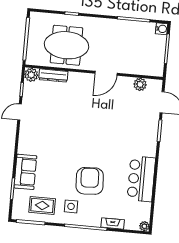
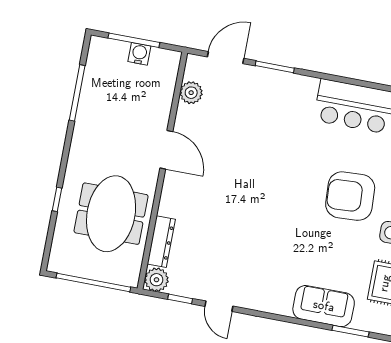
water cooler: (162, 29) -> (139, 54), moved

